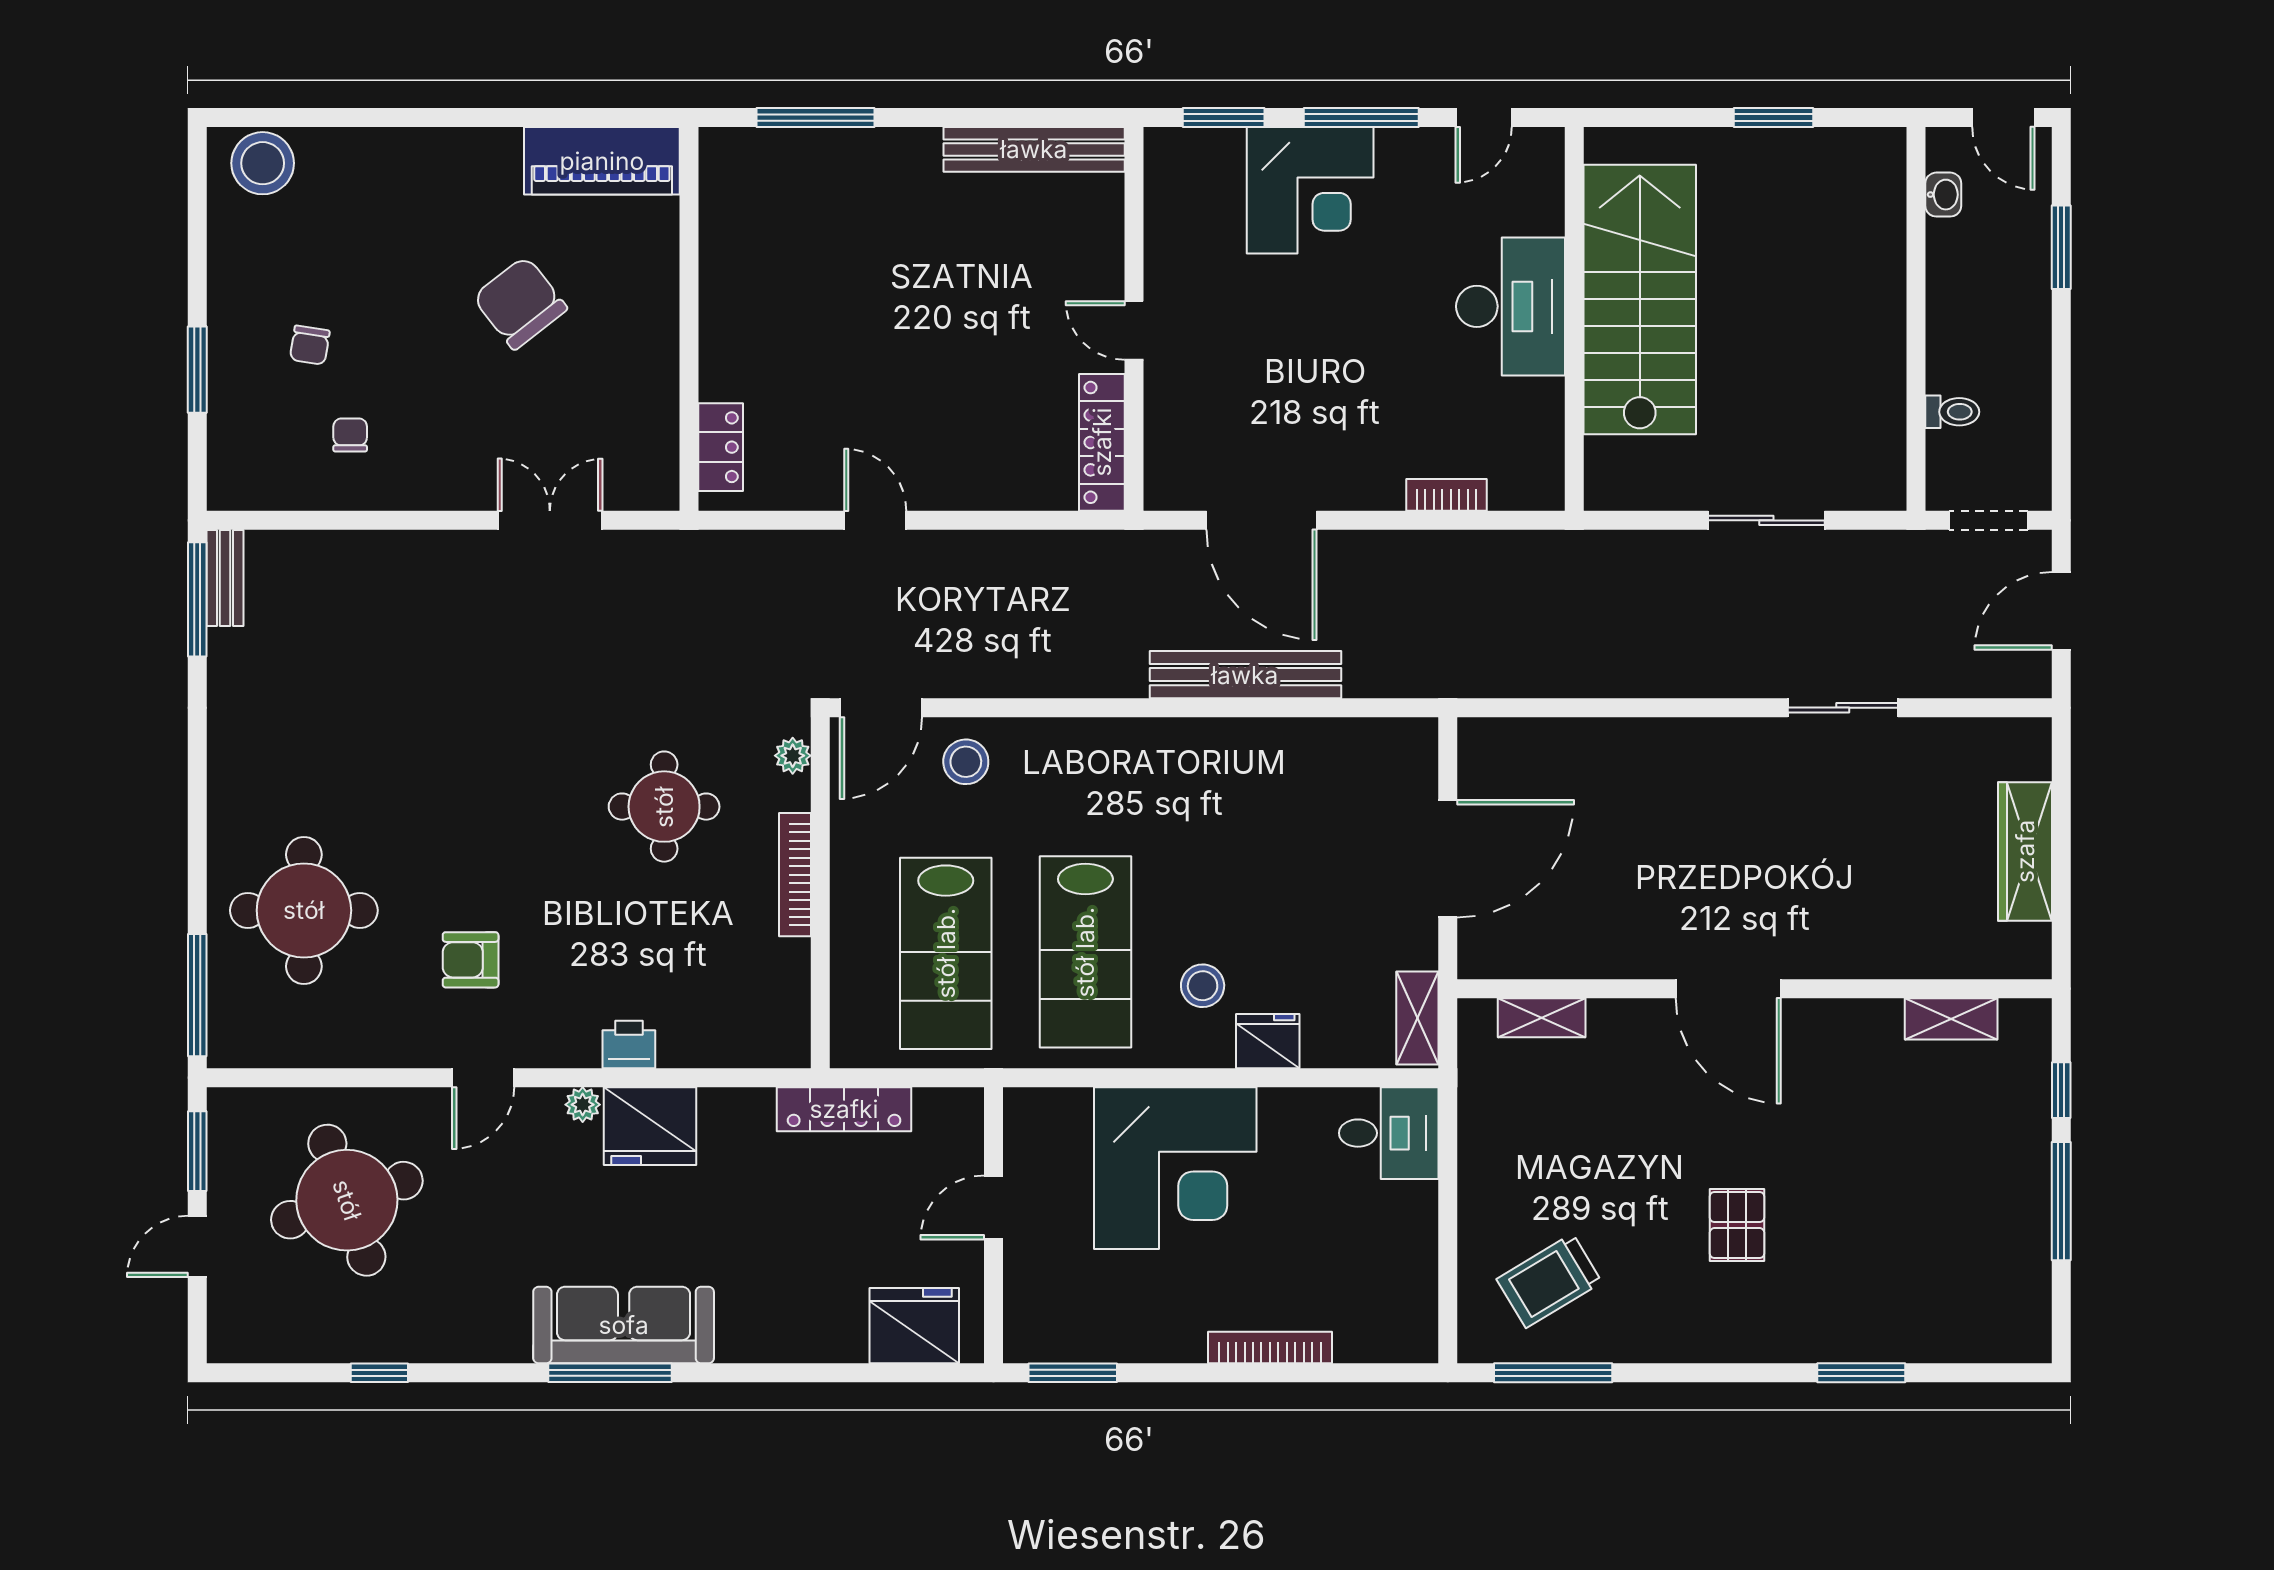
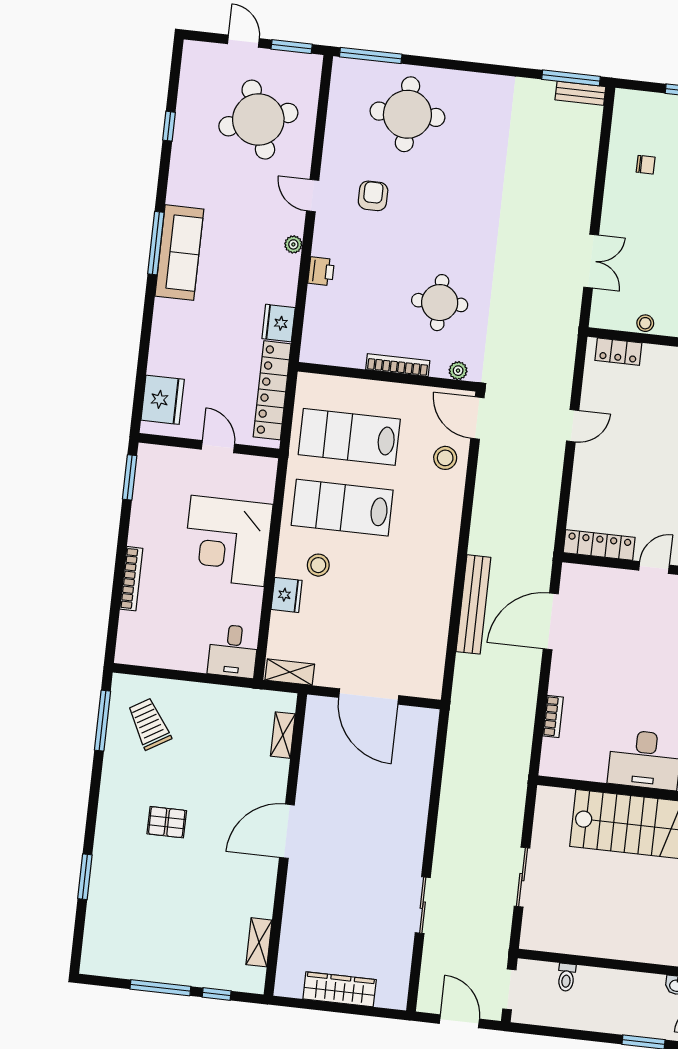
stool: (659, 401) -> (645, 323), added
locker: (844, 1109) -> (272, 390), width x1.41, depth x1.21
fridge: (650, 1126) -> (279, 323), moved, width x0.73, depth x0.75

